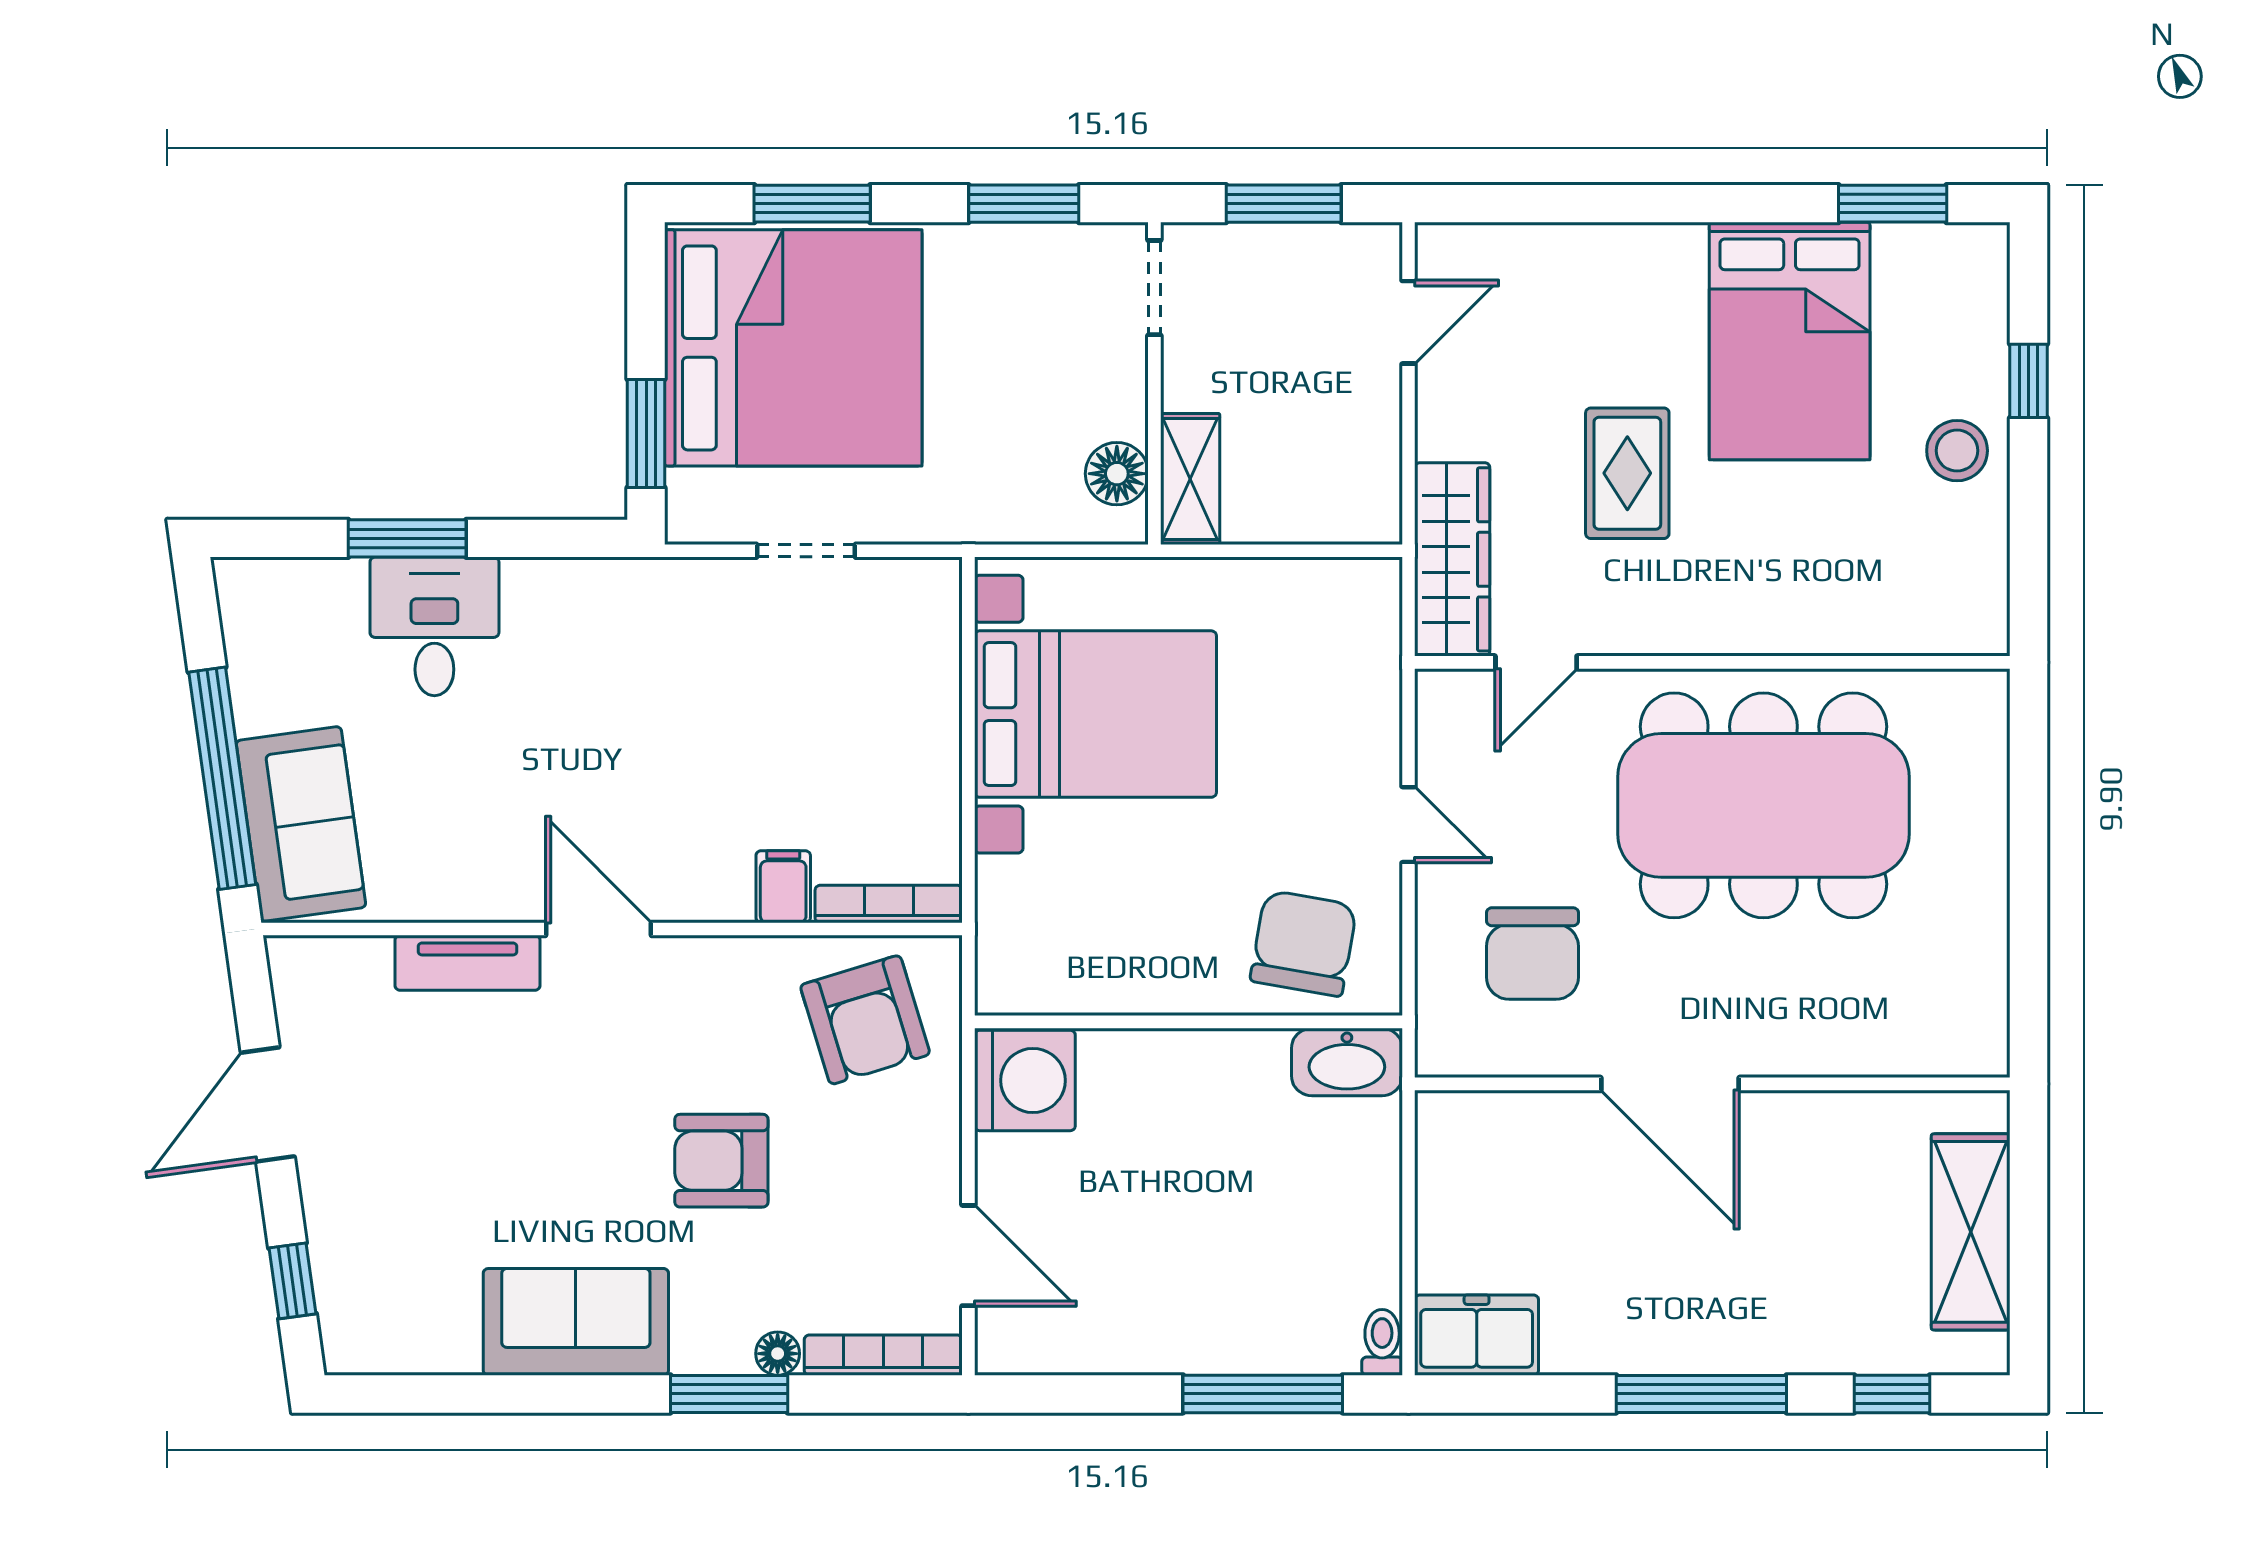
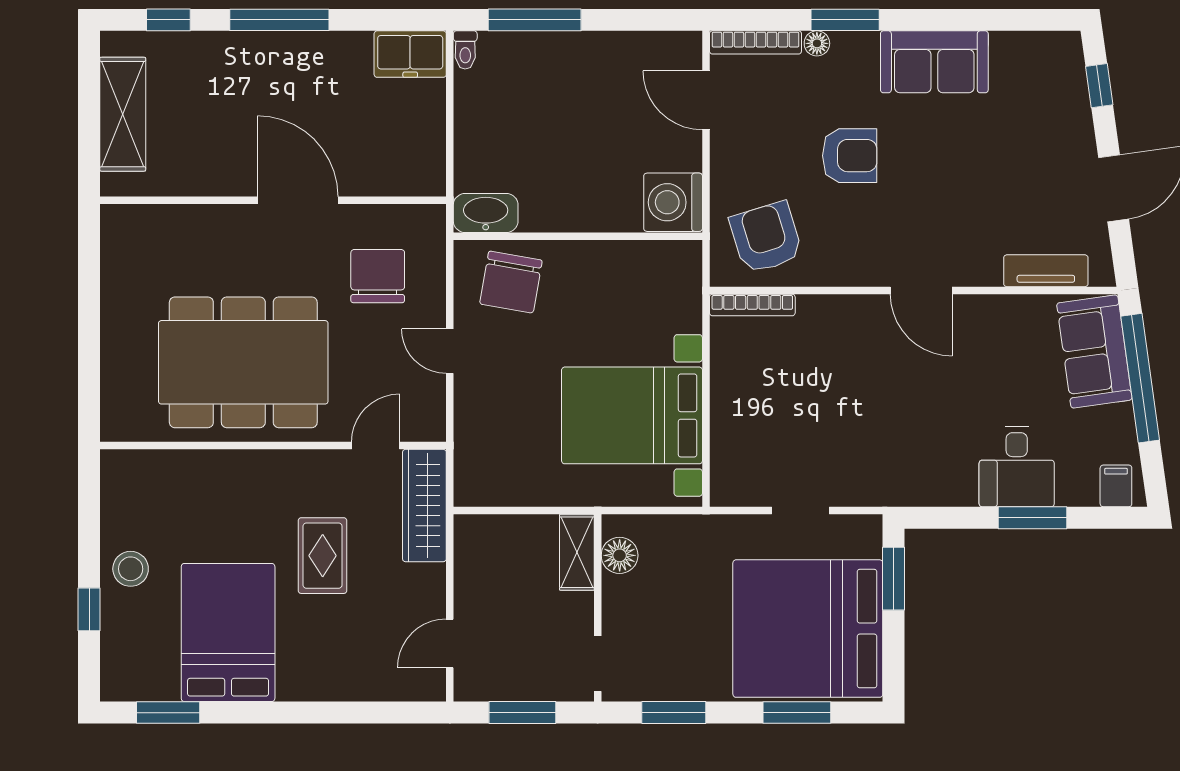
filing cabinet: (783, 887) -> (1116, 486), moved, turned 180
tv unit: (468, 963) -> (1046, 271), moved

